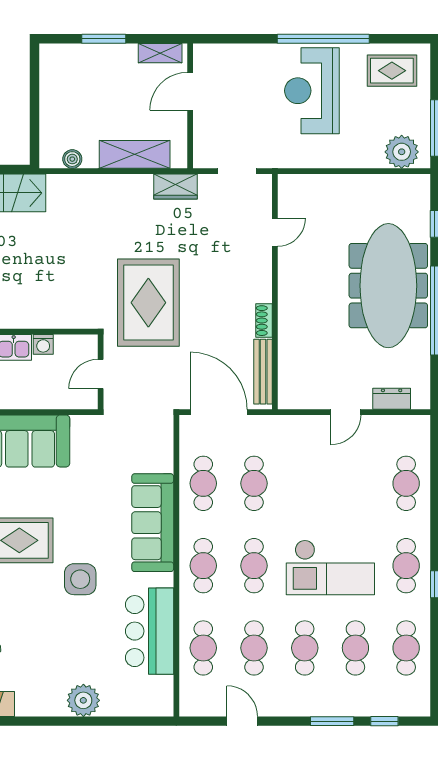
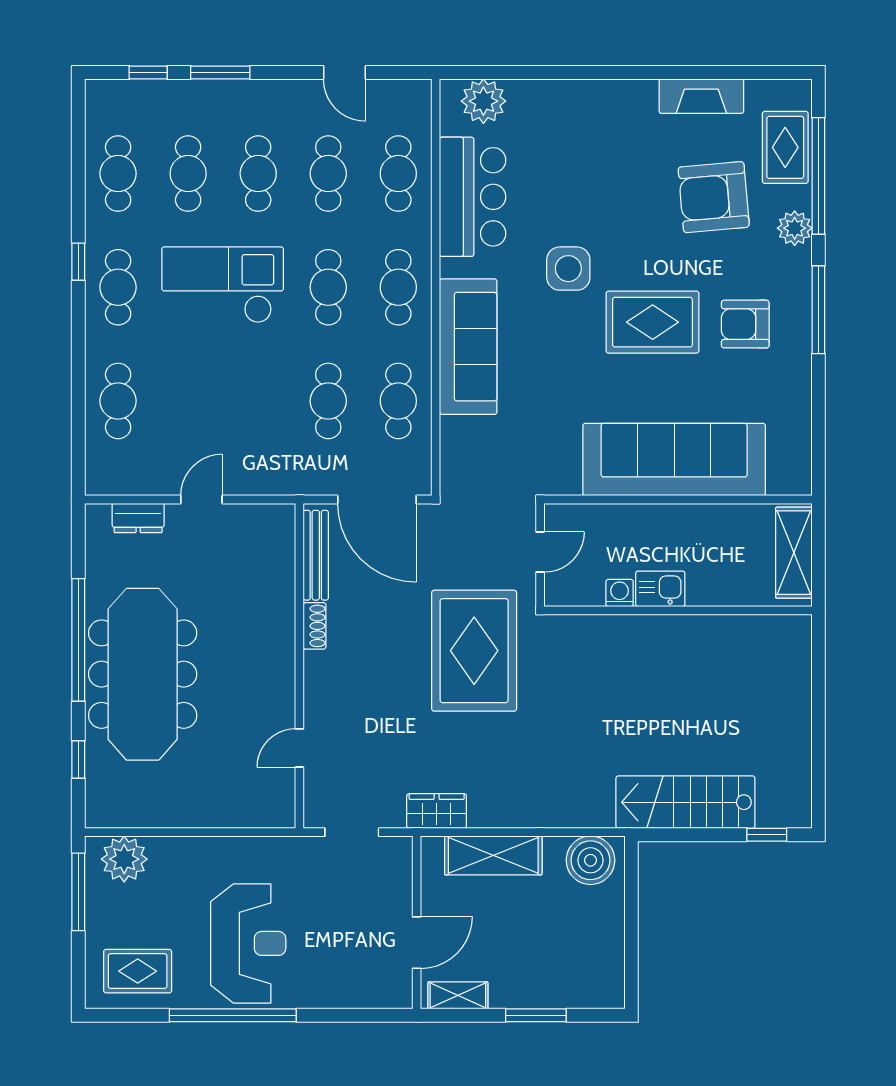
boiler: (72, 159) -> (591, 860), width x1.86, depth x1.86
plant: (83, 700) -> (483, 101), moved

